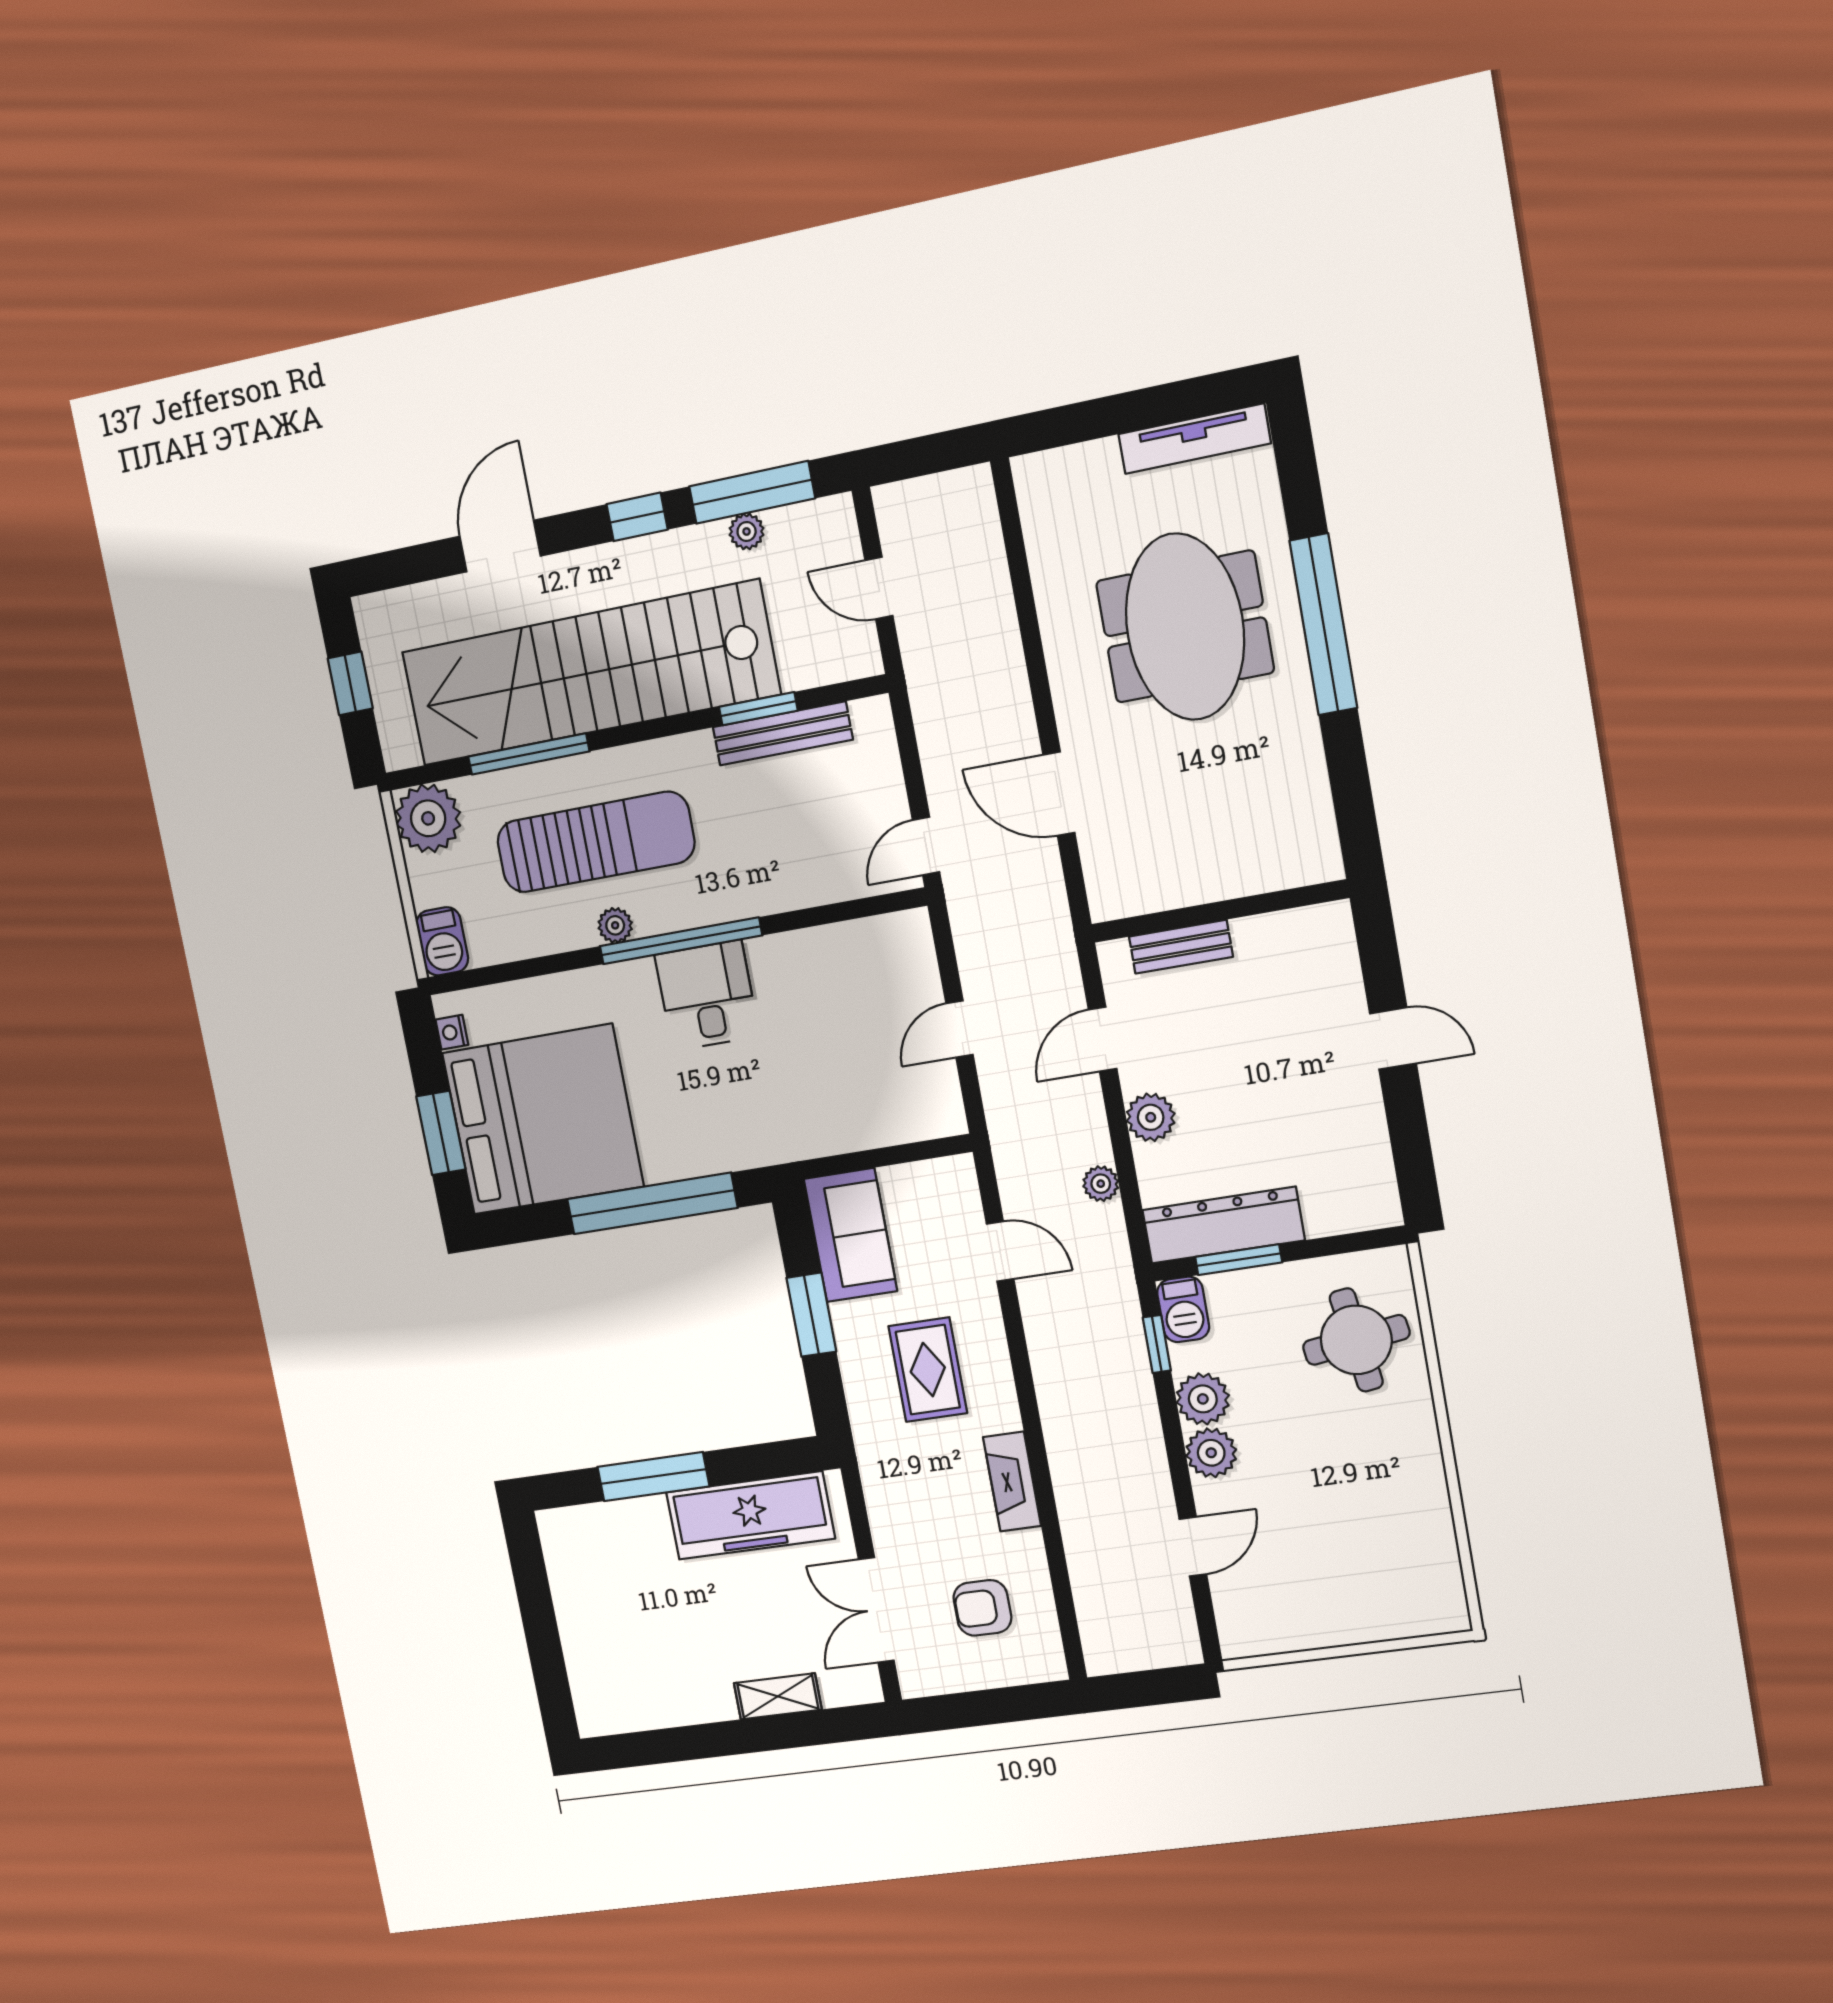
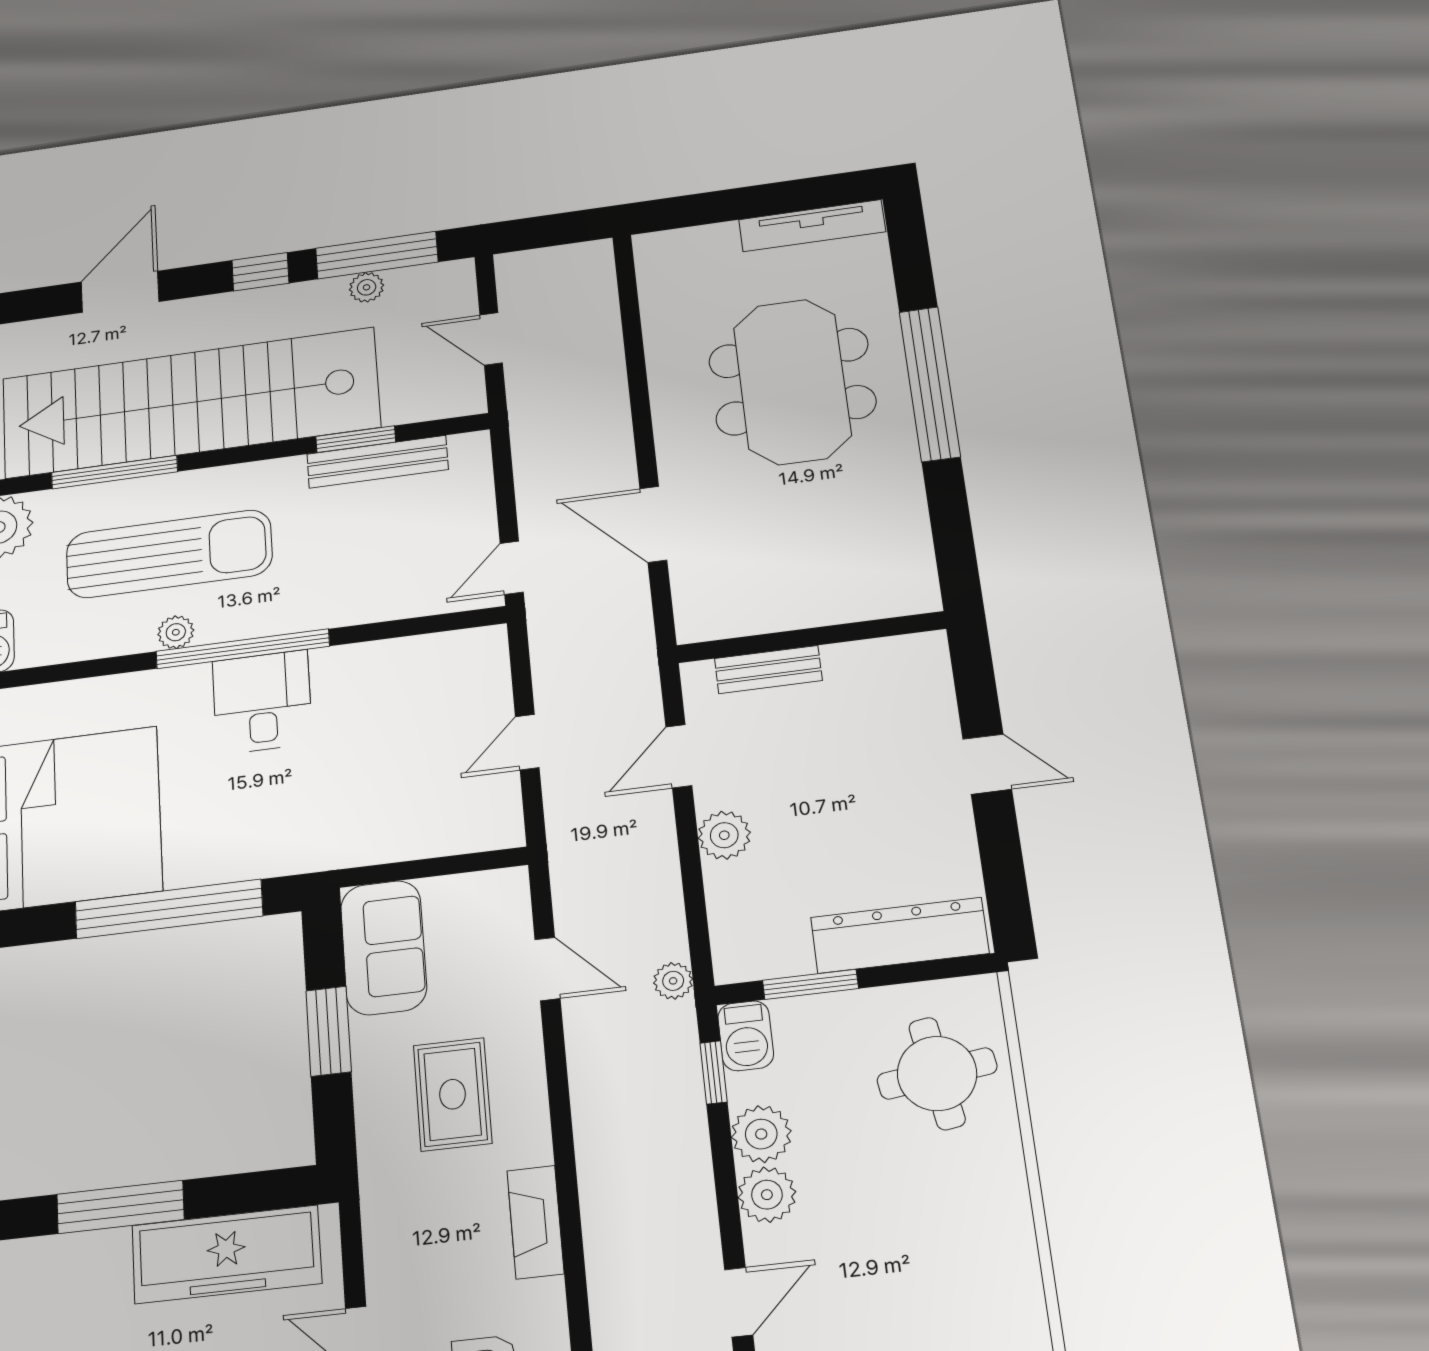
plant: (1101, 1184) -> (673, 981), moved
dresser: (1223, 1225) -> (900, 935), moved

